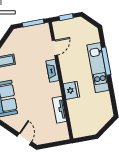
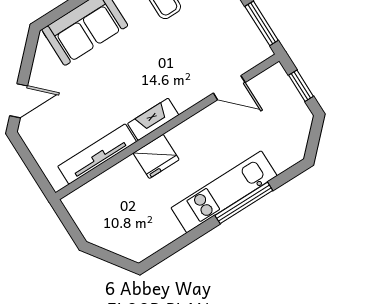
fireplace: (53, 71) -> (153, 119), moved
tv unit: (59, 110) -> (97, 154), width x1.41

